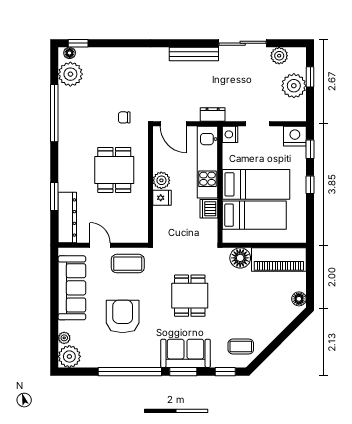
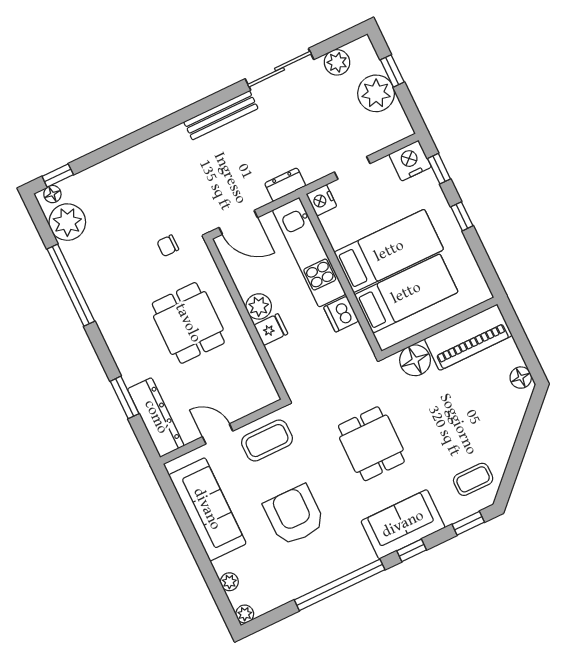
plant: (69, 356) -> (245, 614), width x0.53, depth x0.53
window: (183, 372) -> (412, 550), width x0.67

